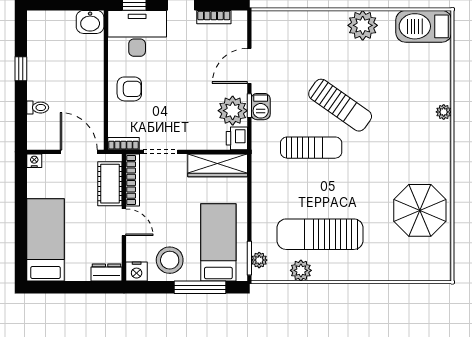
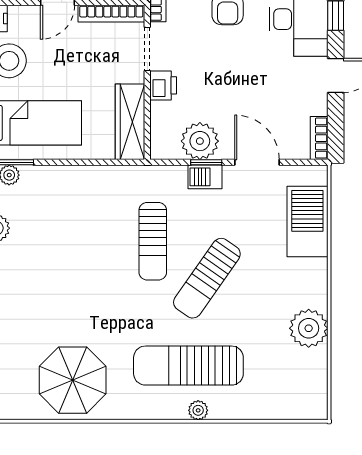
bookcase: (214, 17) -> (319, 138), moved
plant: (363, 25) -> (309, 328), moved
barbecue: (424, 26) -> (307, 221), moved
printer: (237, 138) -> (163, 85), moved, turned 90
sun lounger: (320, 234) -> (188, 366), moved, turned -90

